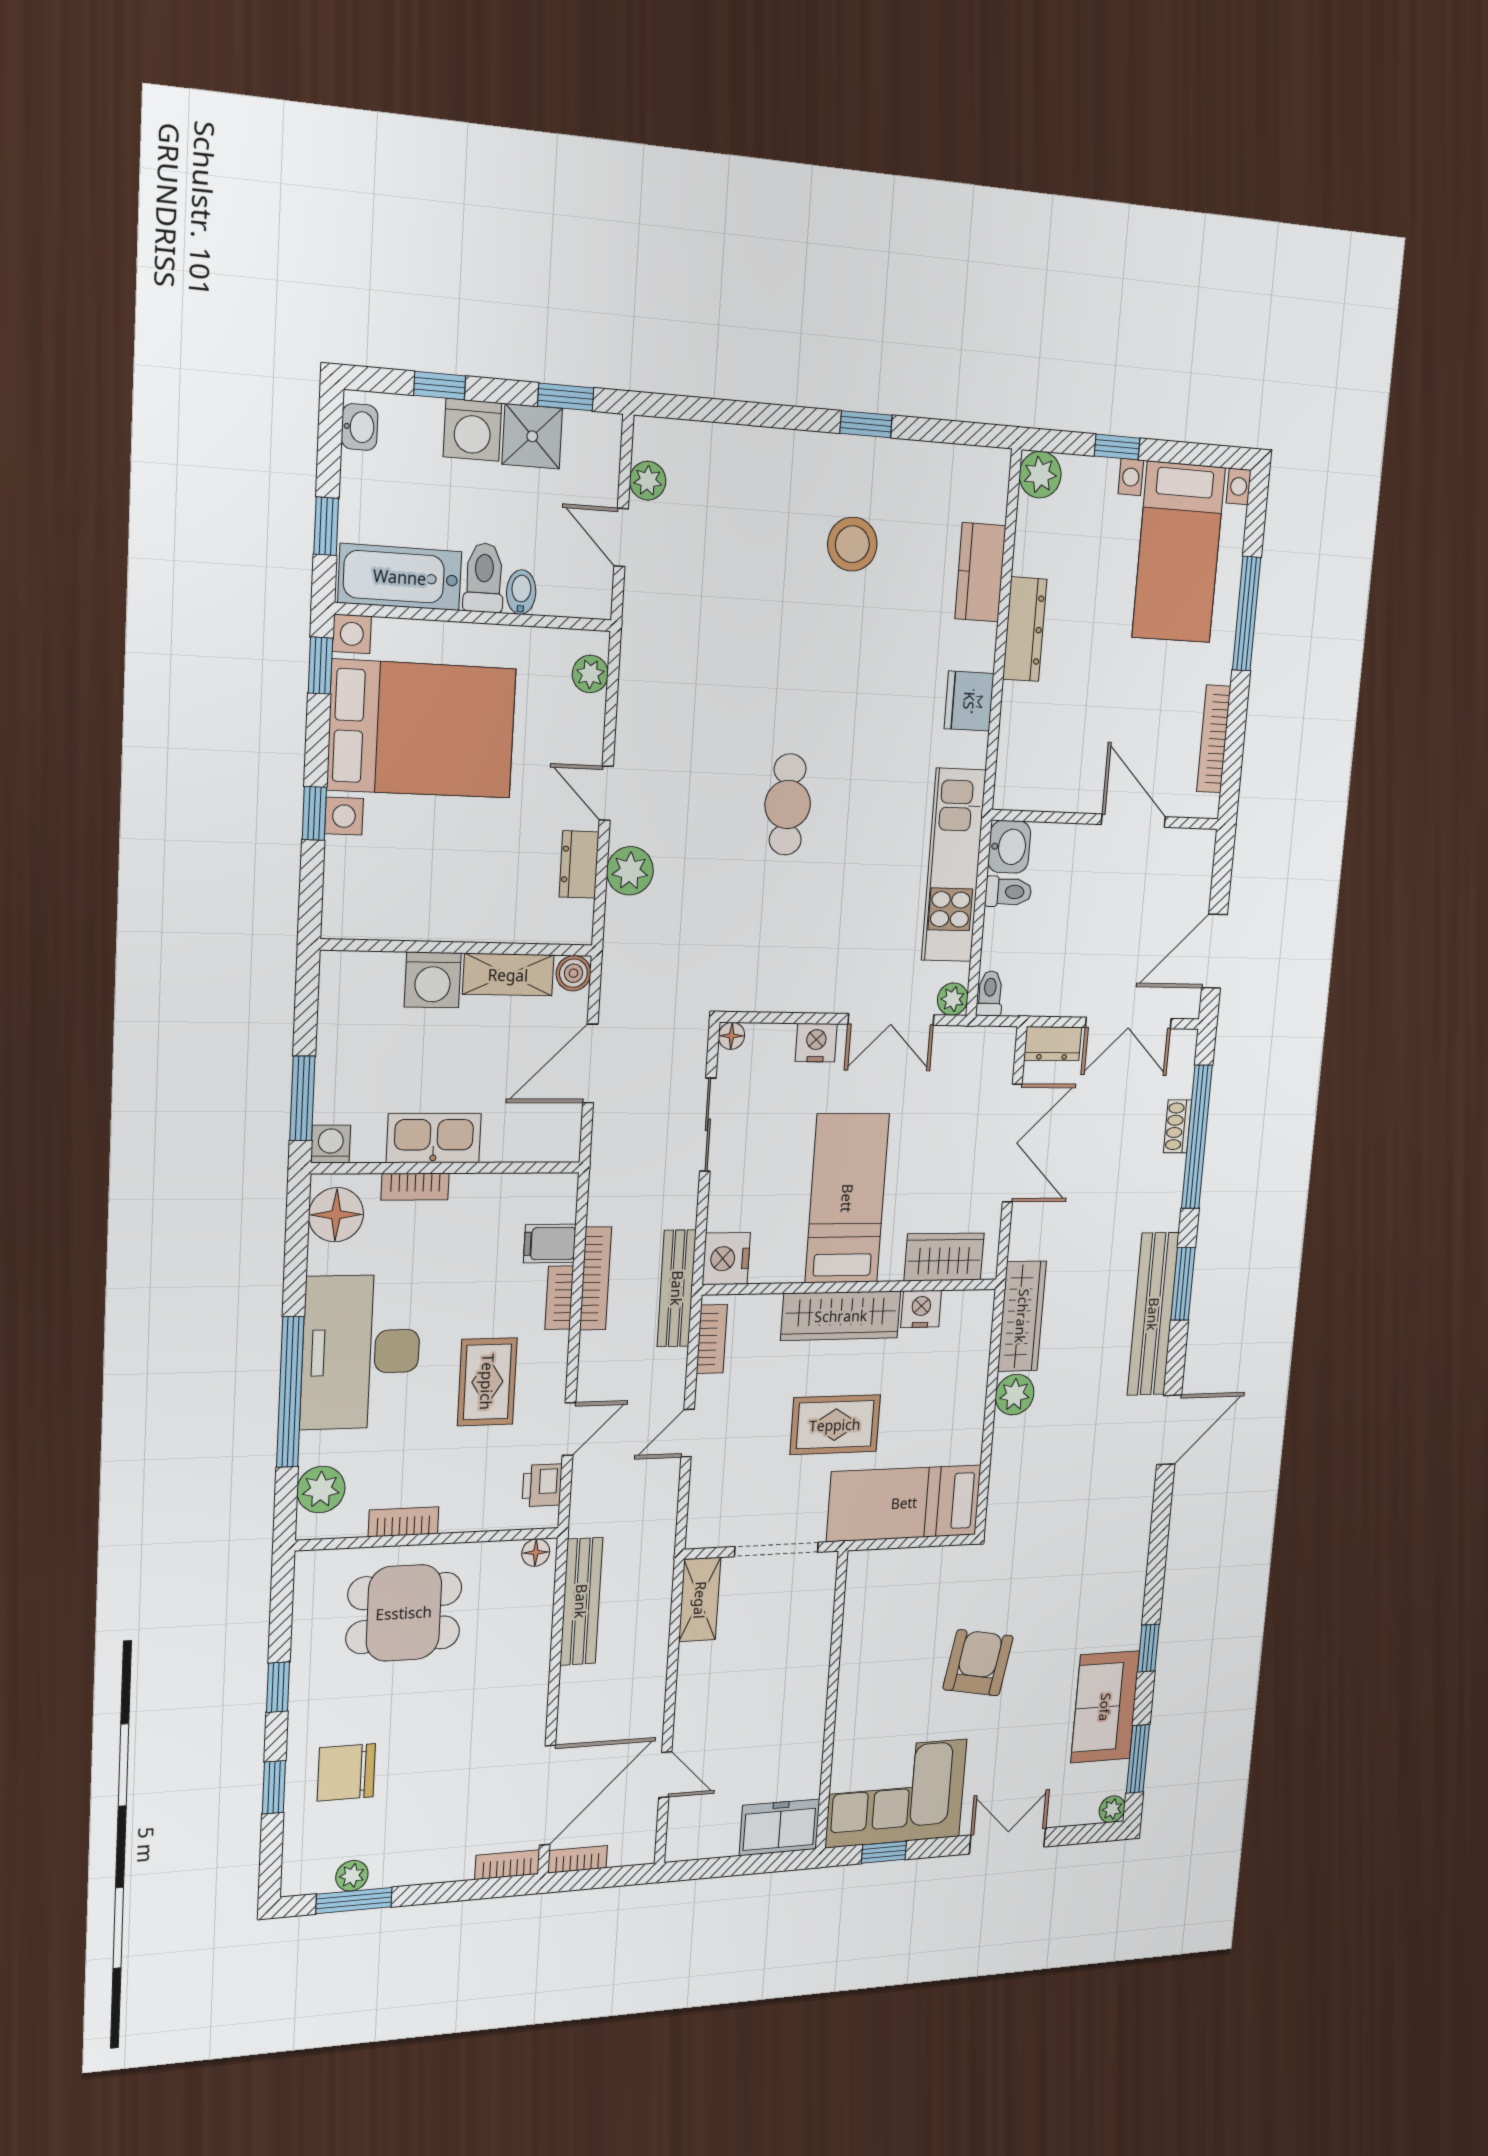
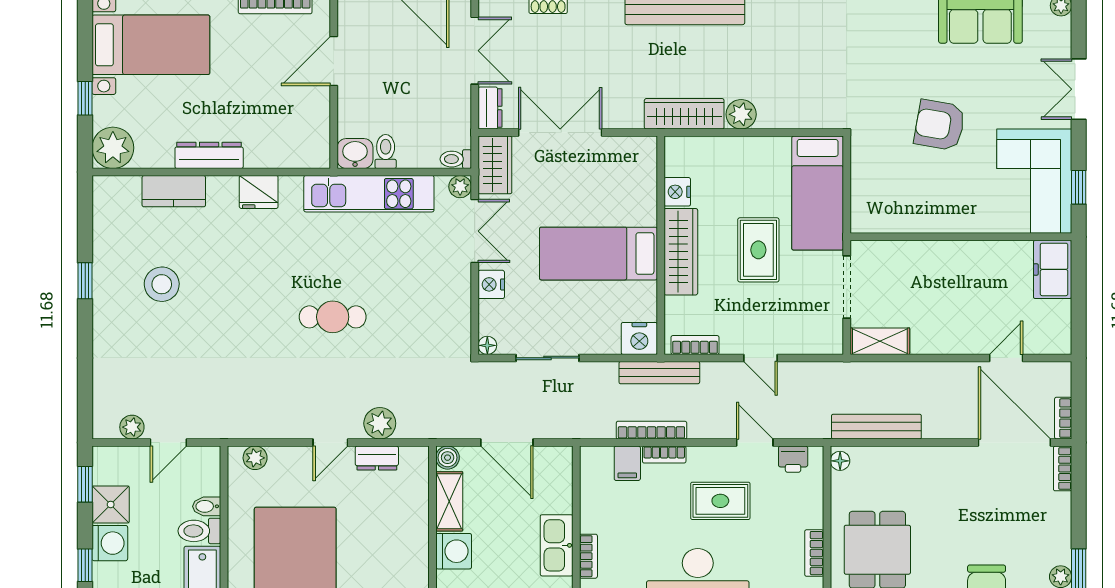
plant: (1040, 475) -> (113, 148), width x1.36, depth x1.36
wardrobe: (944, 1257) -> (495, 165), moved, turned 180

